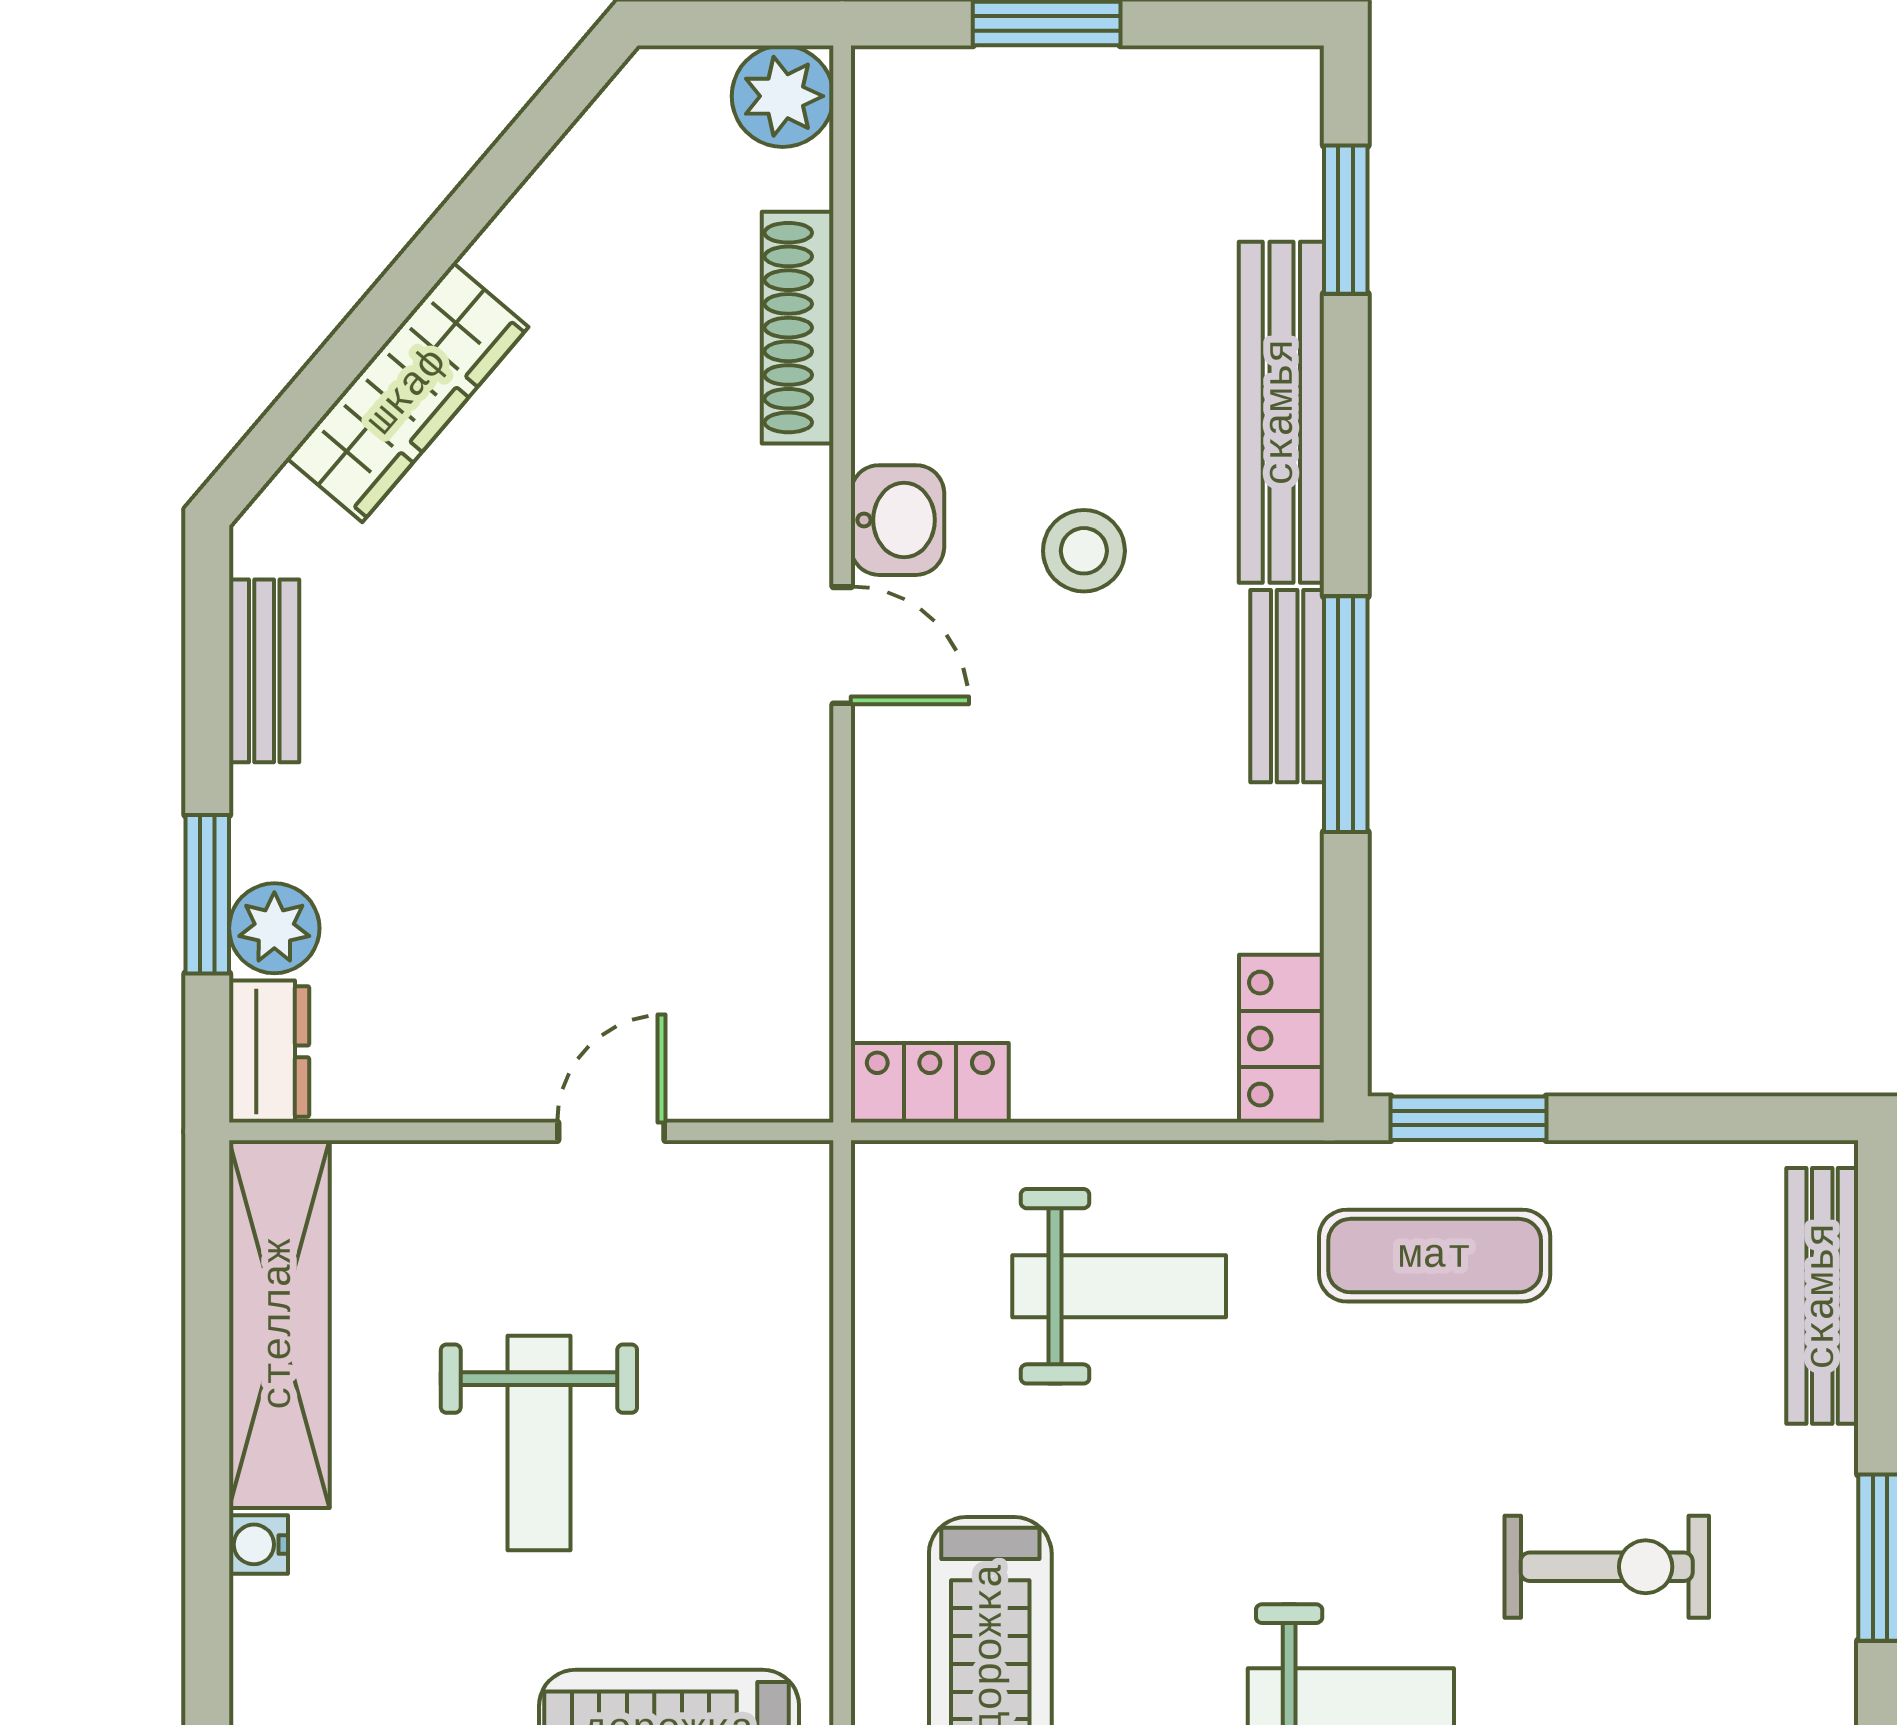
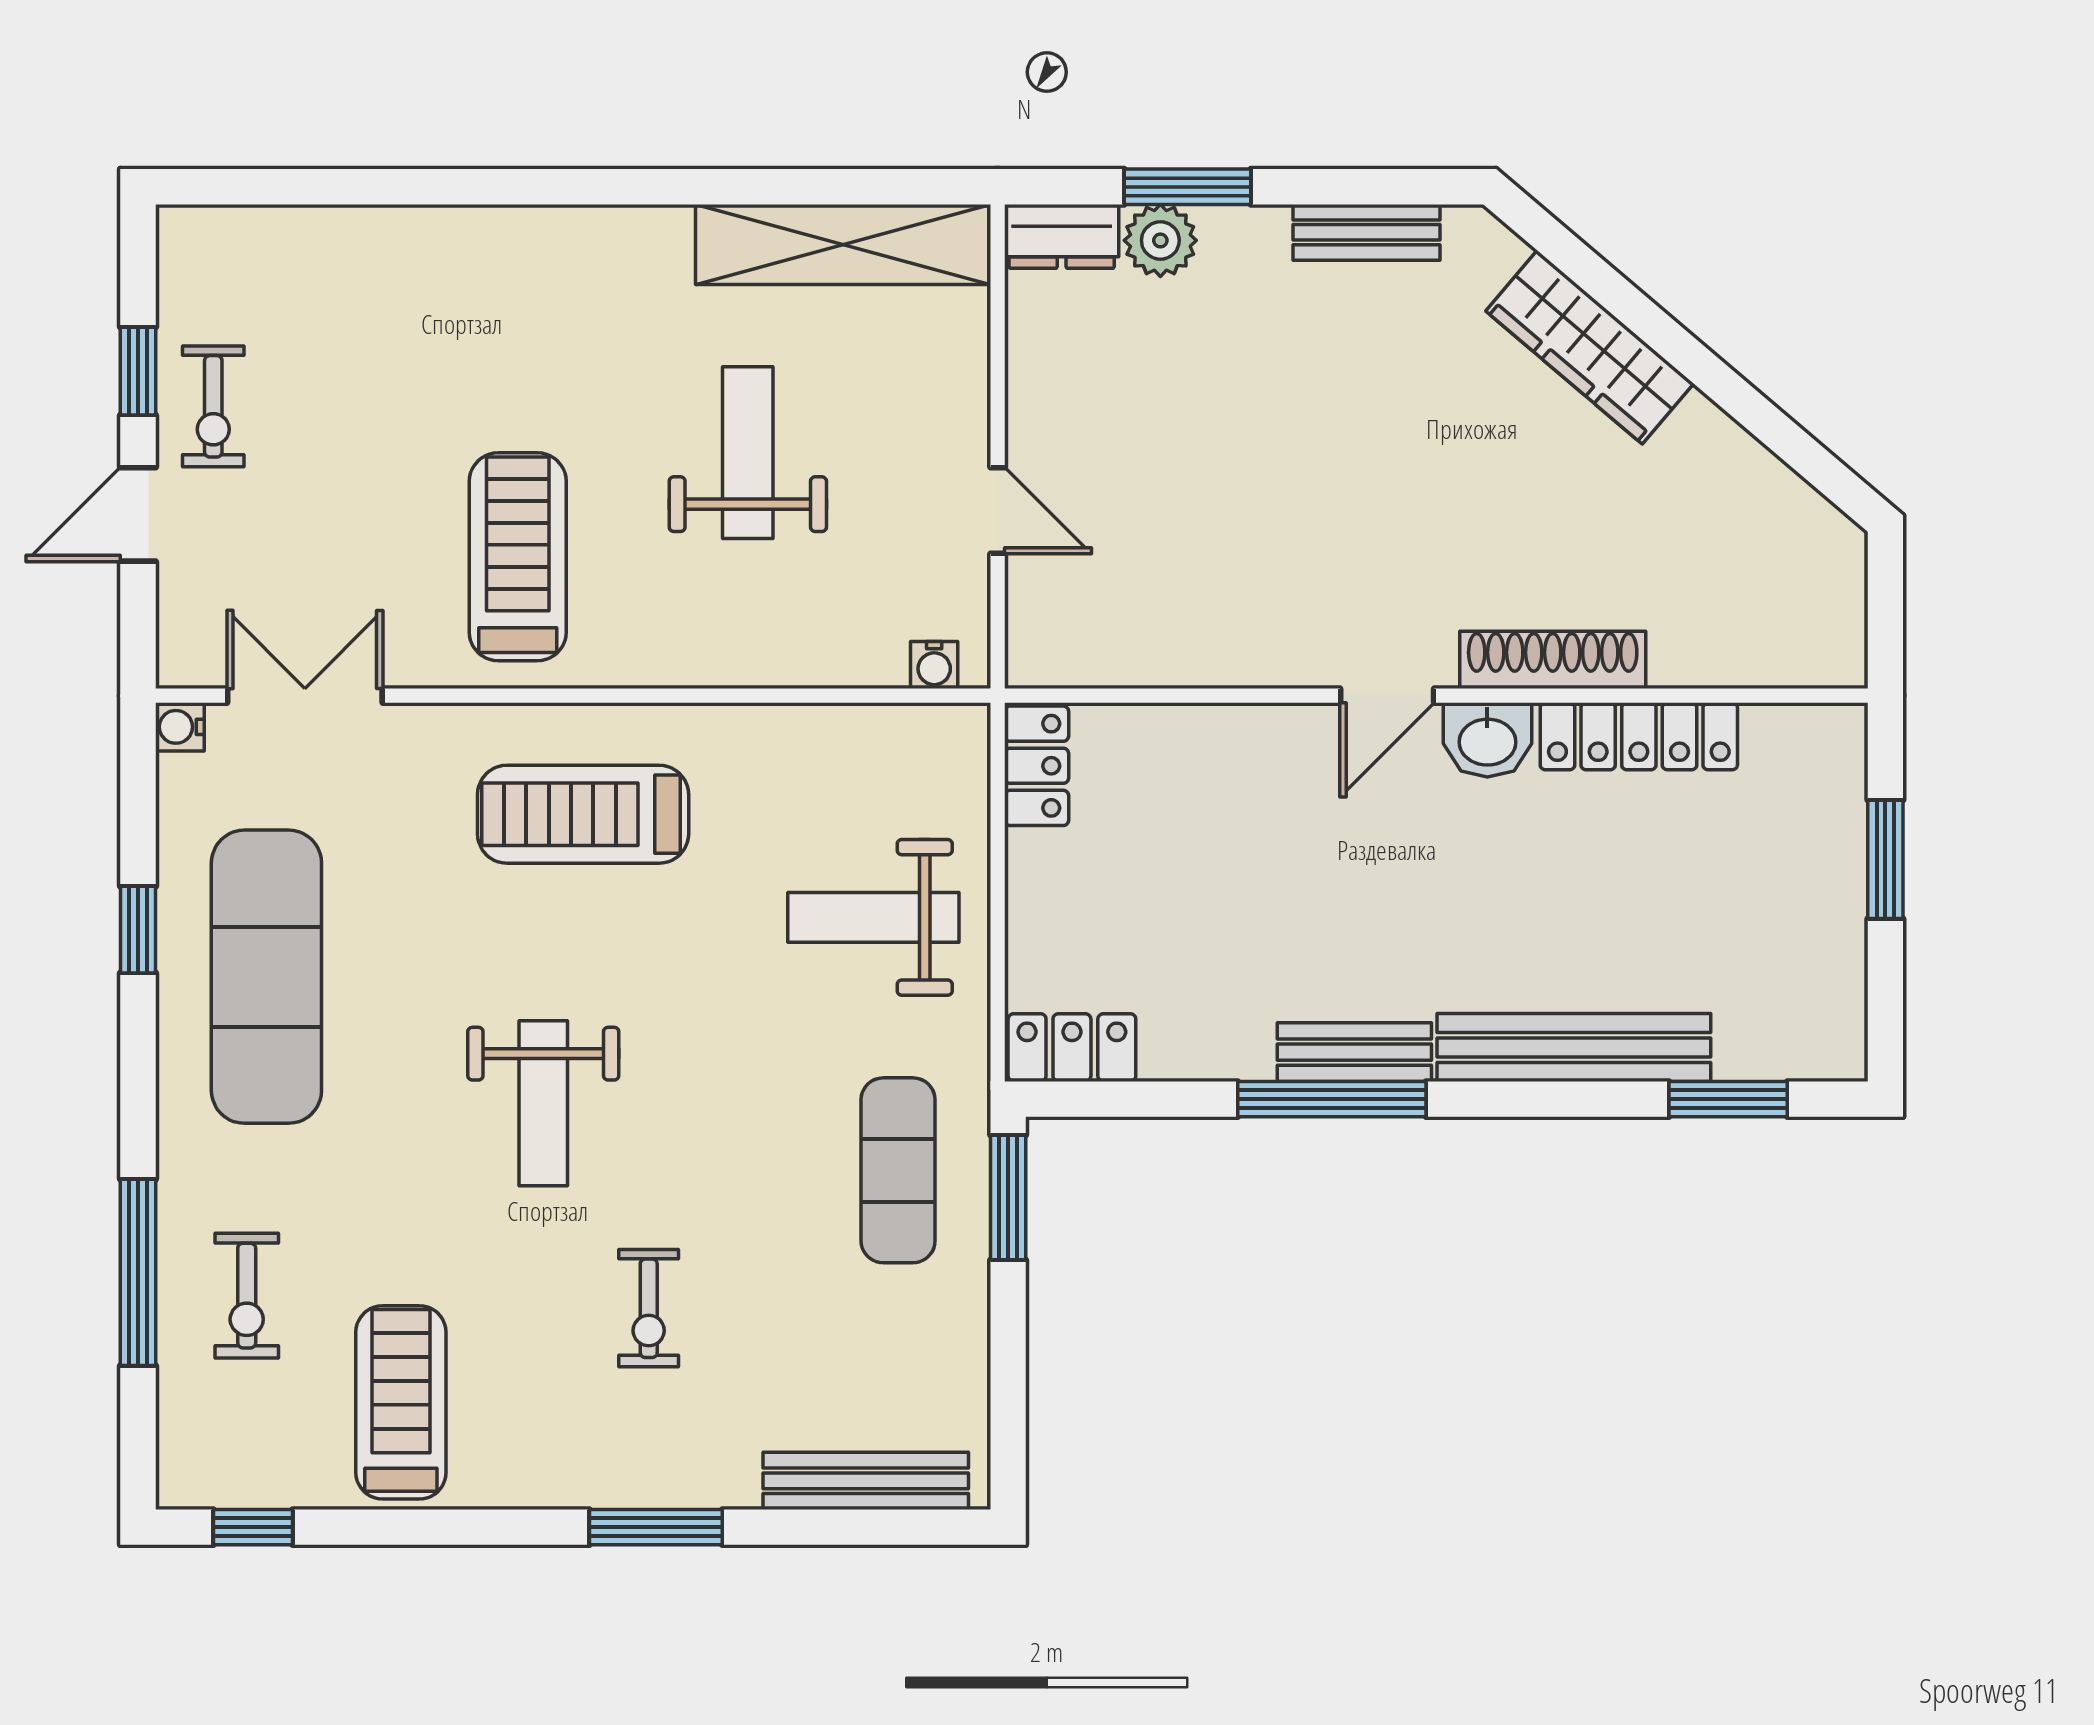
plant: (783, 96) -> (1827, 648), removed
shoe rack: (798, 328) -> (1553, 660), moved
locker: (893, 331) -> (1639, 736), added
stool: (1084, 551) -> (1463, 889), removed
weight bench: (1119, 1286) -> (873, 917), turned 90
weight bench: (539, 1443) -> (748, 453), turned 90
water cooler: (259, 1544) -> (934, 665), moved, turned 180
exercise bike: (1607, 1567) -> (649, 1308), width x0.73, depth x0.72

